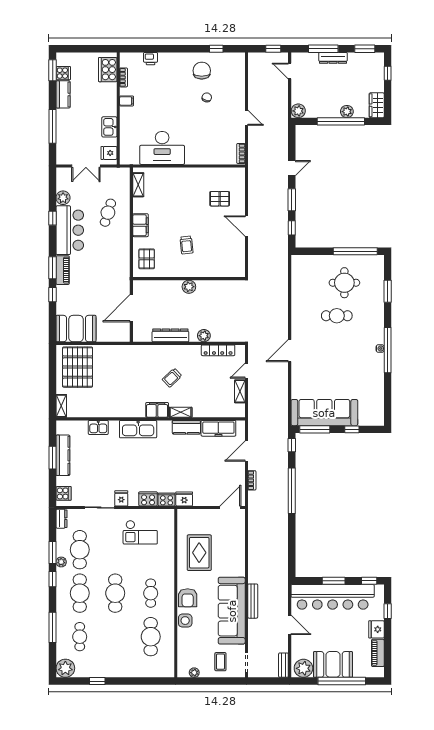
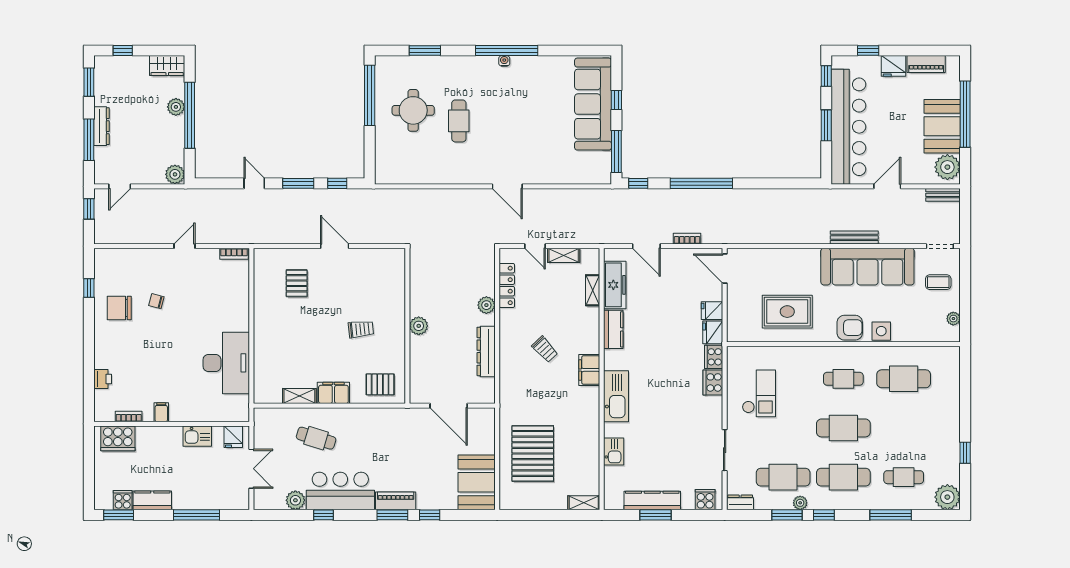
shelving: (138, 185) -> (299, 396), moved
door: (246, 226) -> (335, 246), swing flipped
pallet: (78, 367) -> (533, 453), moved, turned 90
shelving: (181, 412) -> (593, 290), moved
sofa: (324, 413) -> (593, 104), moved
fridge: (121, 498) -> (712, 311), moved

